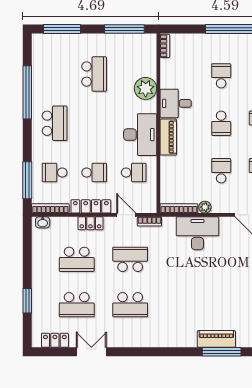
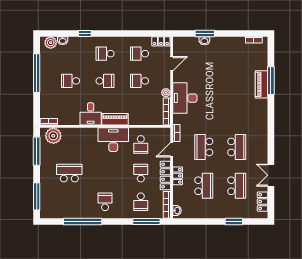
plant: (146, 88) -> (53, 136), moved
school desk: (55, 123) -> (105, 202), width x0.54
school desk: (134, 173) -> (141, 144), turned 180

